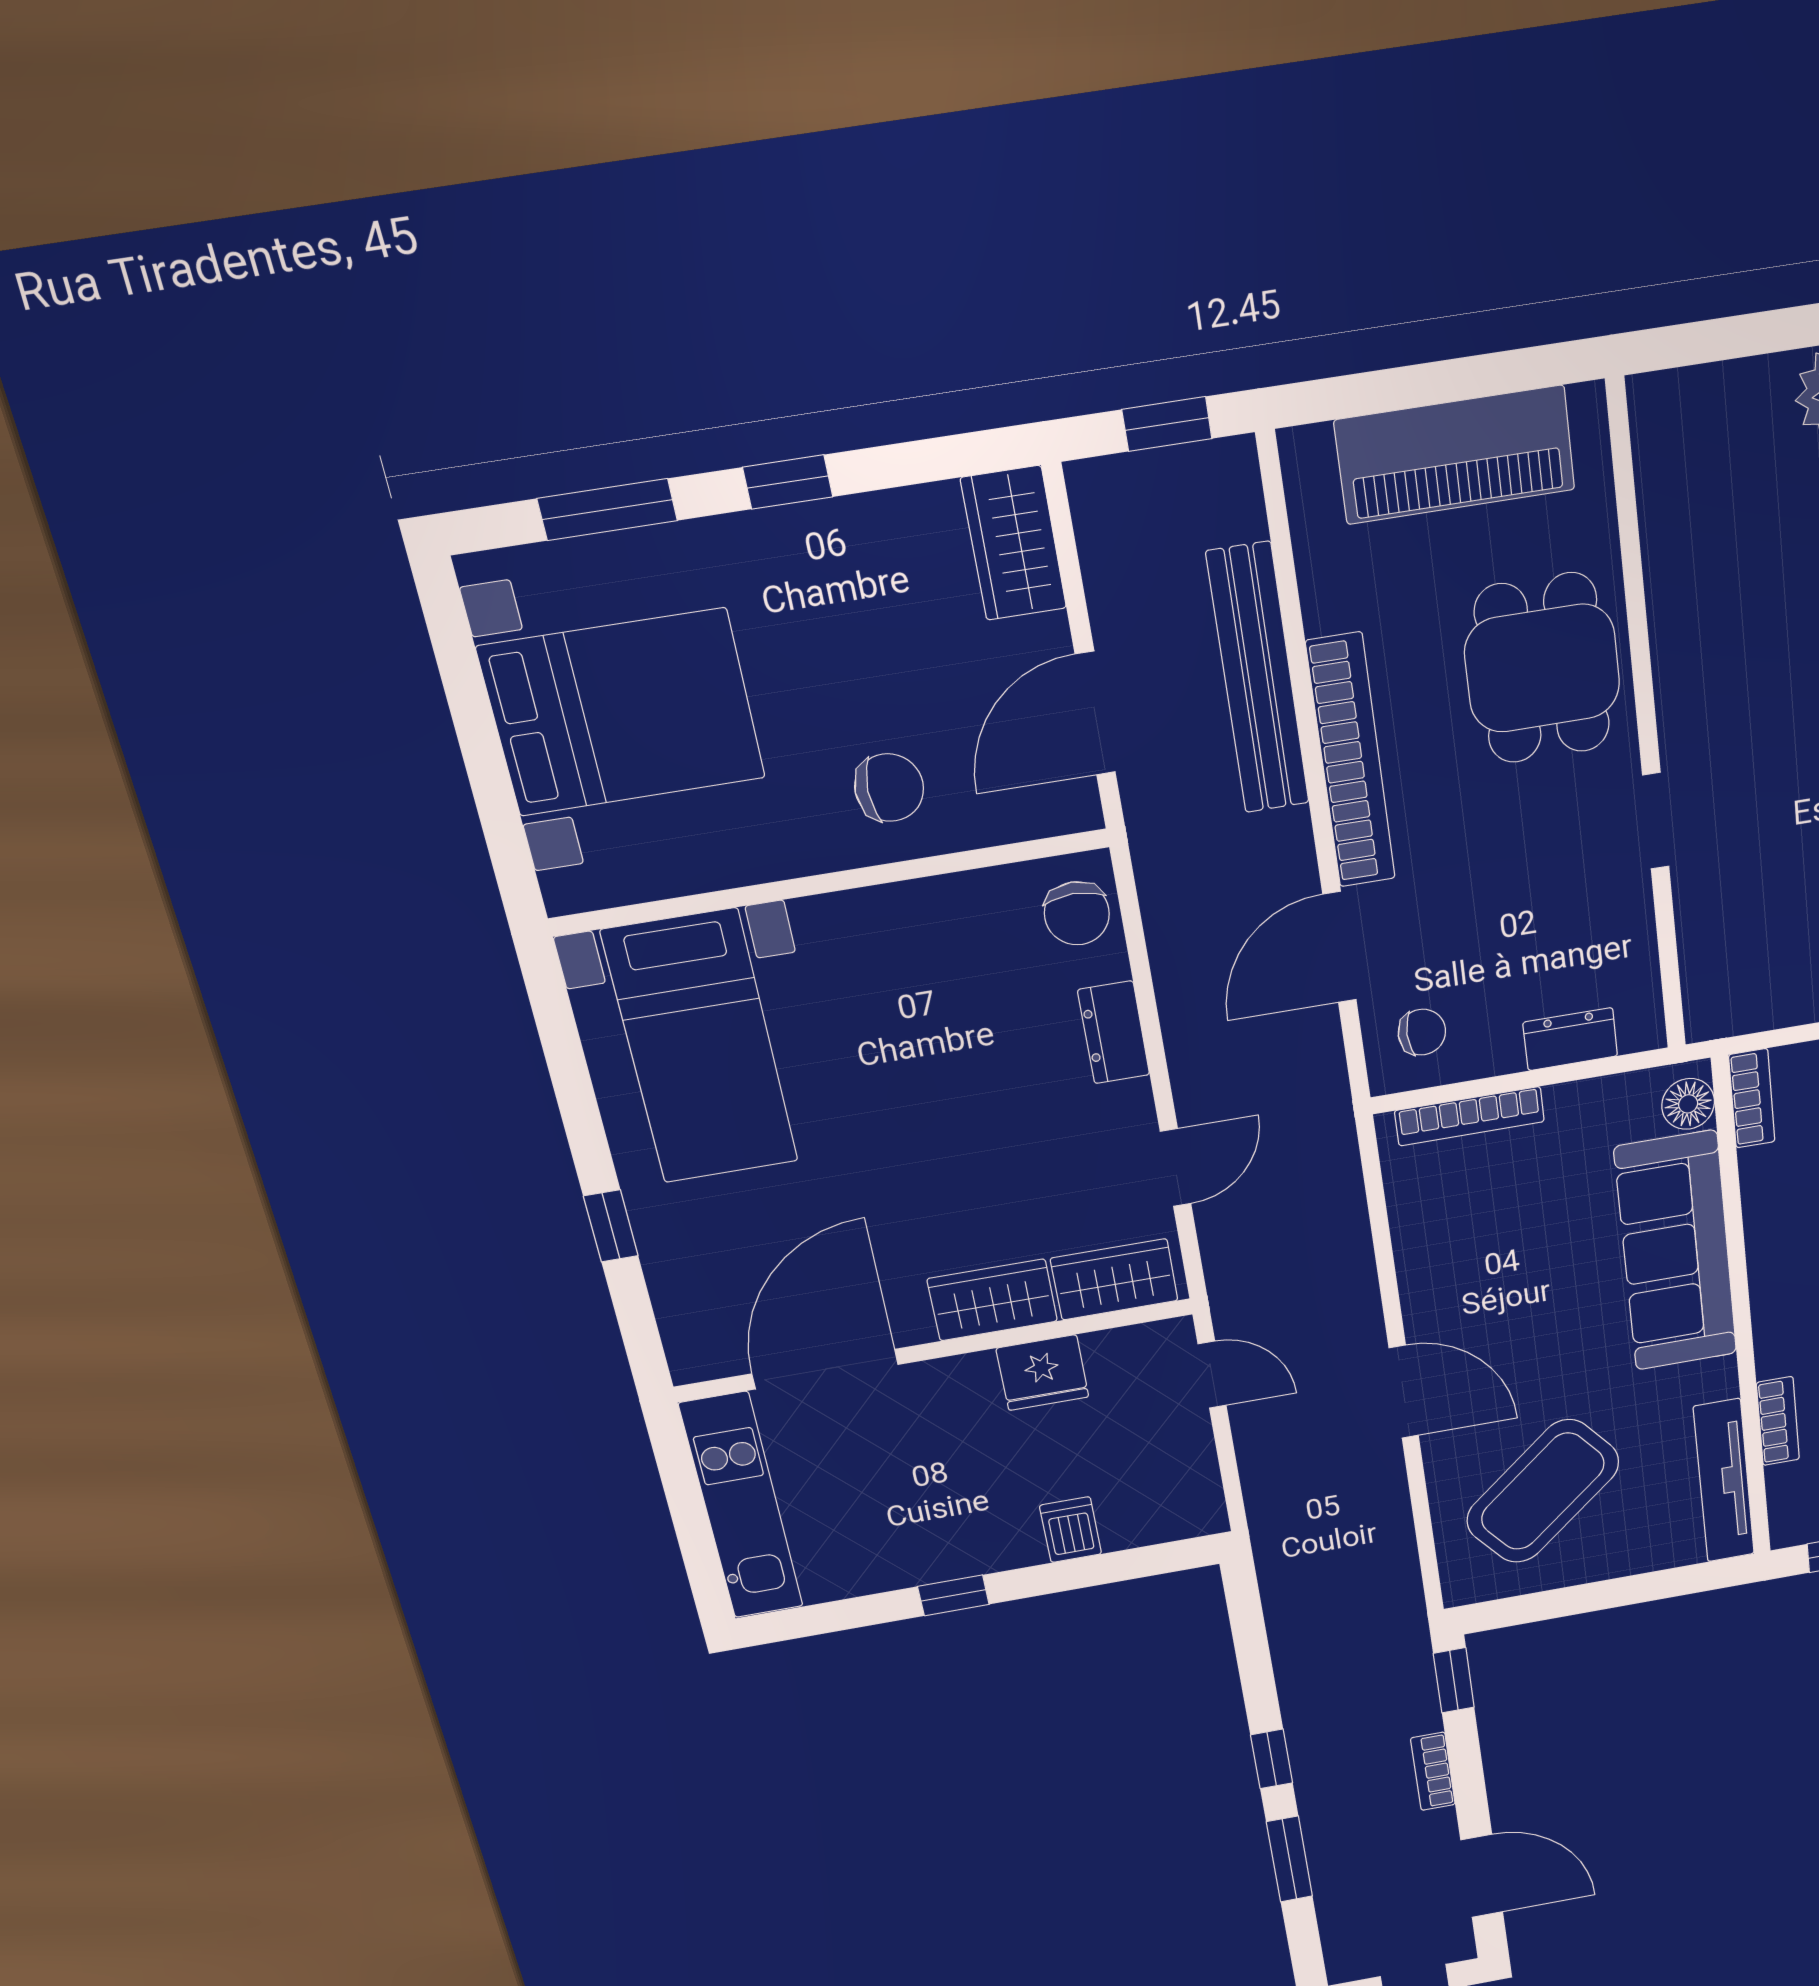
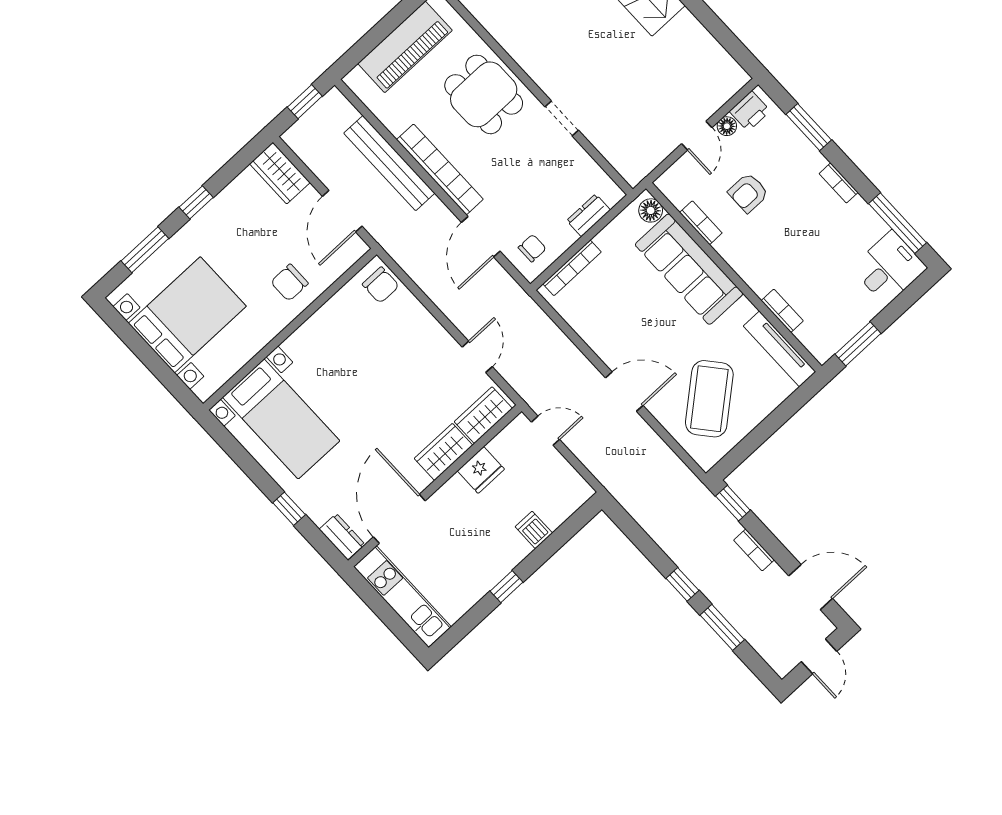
chair: (889, 788) -> (289, 283), turned 180
dresser: (1114, 1032) -> (342, 537), moved, turned 180
bookcase: (1752, 1098) -> (701, 223), moved

